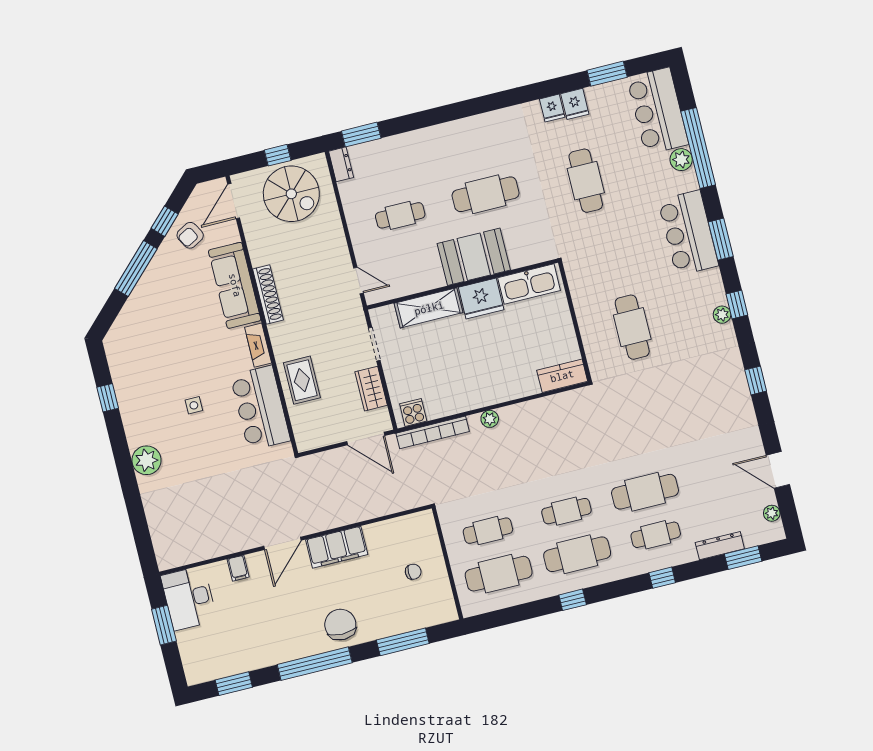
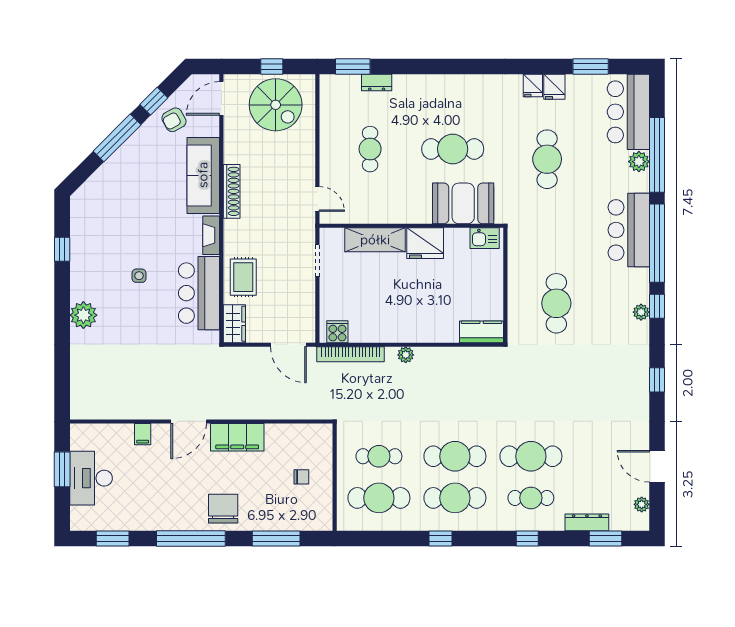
dresser: (341, 164) -> (377, 83), moved, turned 90
cafe table: (400, 215) -> (370, 149), turned 90
window: (721, 239) -> (657, 243), width x2.11
booth: (474, 257) -> (463, 203), moved
kitchen sink: (529, 284) -> (485, 238), width x0.53, depth x0.81
wardrobe: (371, 389) -> (234, 324), moved, turned 180
cafe table: (566, 511) -> (455, 456), width x1.37, depth x1.35
desk: (189, 598) -> (91, 478), moved

